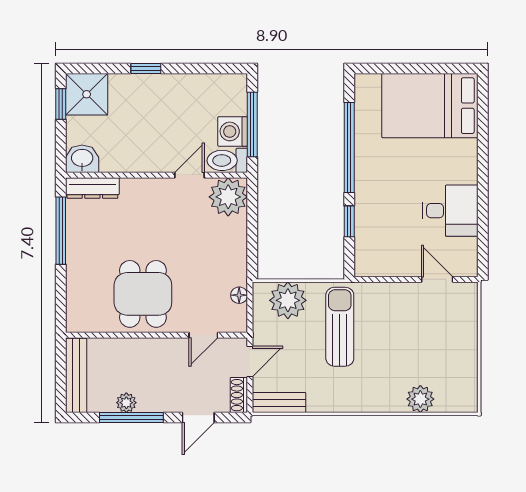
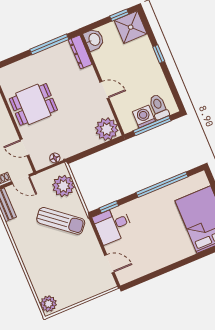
toilet: (227, 160) -> (159, 107), moved
door: (190, 175) -> (104, 90), moved
desk: (450, 211) -> (113, 225), moved, turned 90
window: (349, 221) -> (109, 207), moved
door: (437, 279) -> (109, 264), hinge flipped
sun lounger: (340, 327) -> (61, 221), turned 39
plant: (420, 399) -> (48, 304), moved

